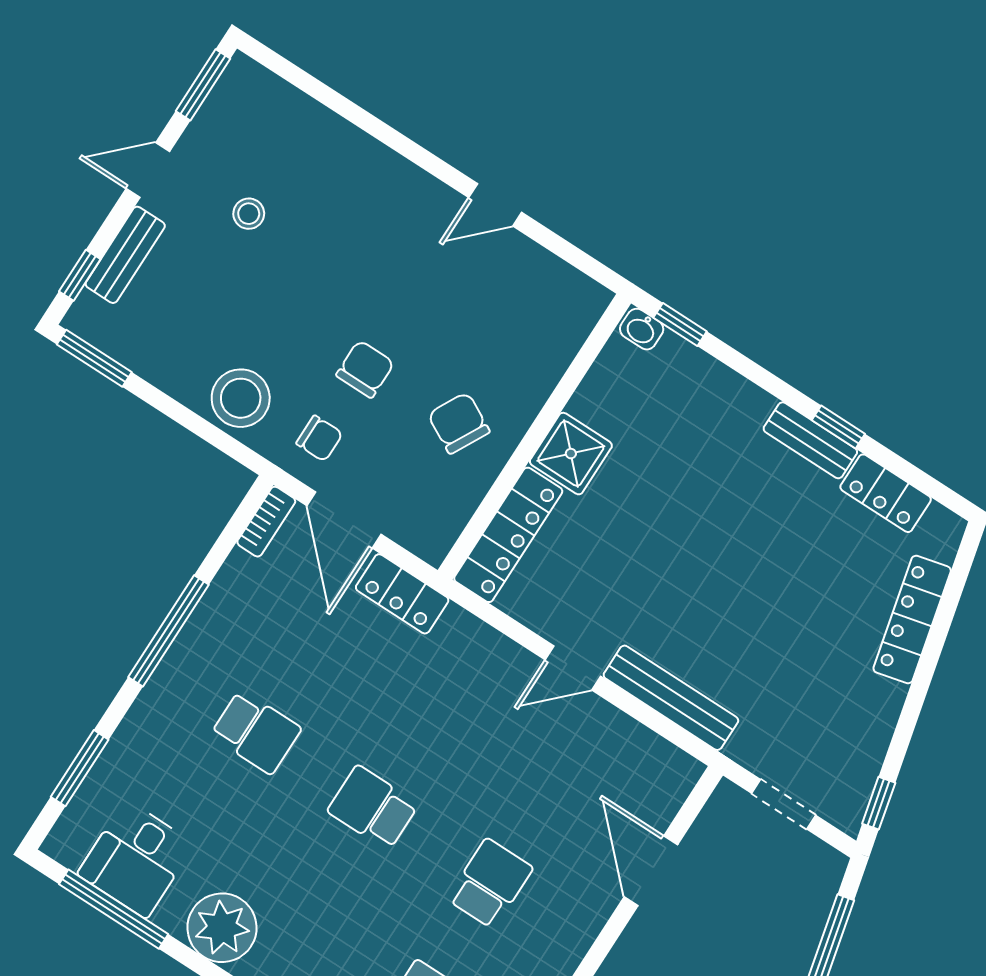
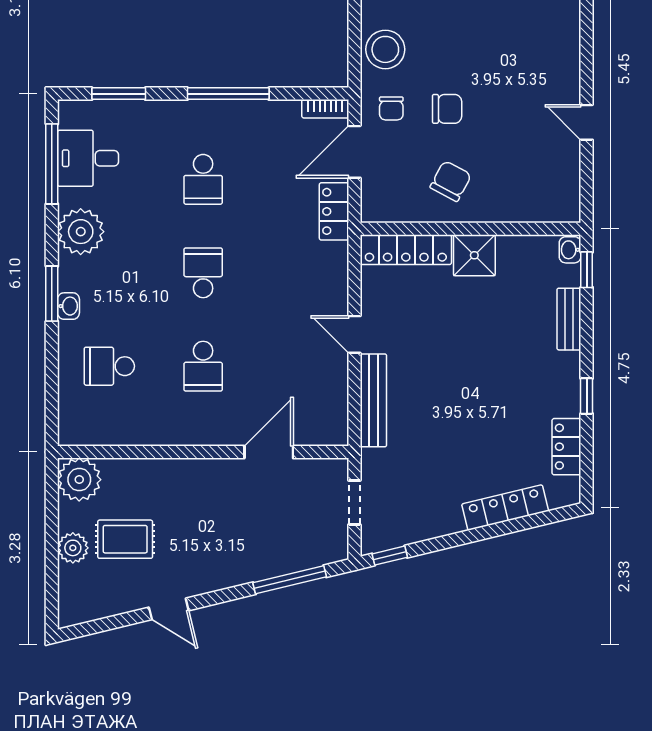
bench: (810, 440) -> (569, 319), moved
school desk: (490, 883) -> (203, 366), turned 90

